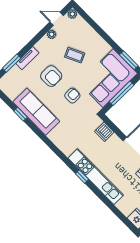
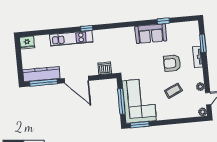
armchair: (72, 96) -> (147, 67), removed
sofa: (36, 112) -> (151, 34), width x0.73
kitchen unit: (96, 177) -> (71, 38), width x0.73

